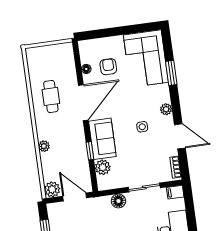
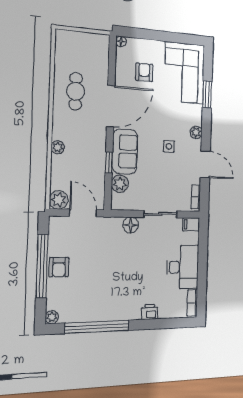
floor lamp: (86, 69) -> (121, 41), moved

